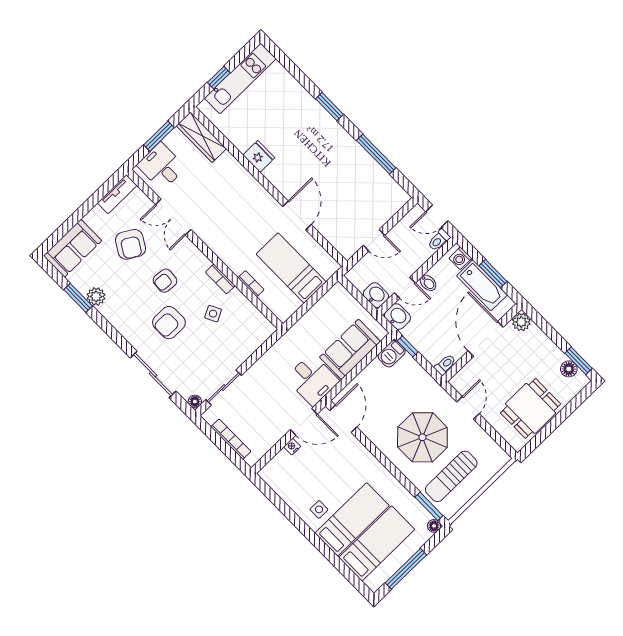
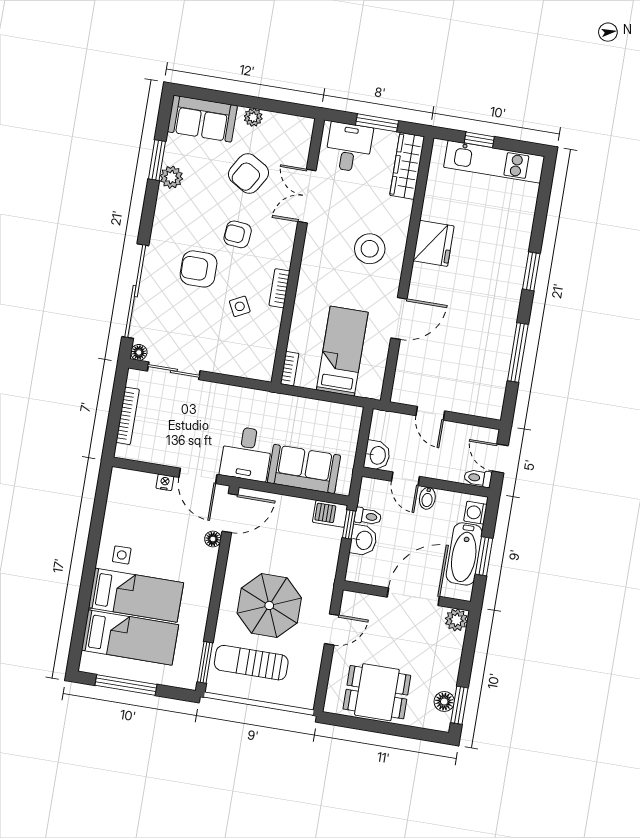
fridge: (259, 156) -> (434, 243), width x1.36, depth x1.34
tv unit: (117, 194) -> (289, 124), removed
stool: (238, 201) -> (370, 249), added
plant: (96, 214) -> (253, 117), added
bookcase: (251, 284) -> (290, 369), moved
washbasin: (397, 317) -> (363, 540), moved
toilet: (445, 365) -> (368, 516), moved
sliding door: (153, 374) -> (135, 291), width x1.36
floor lamp: (434, 526) -> (213, 539), moved

